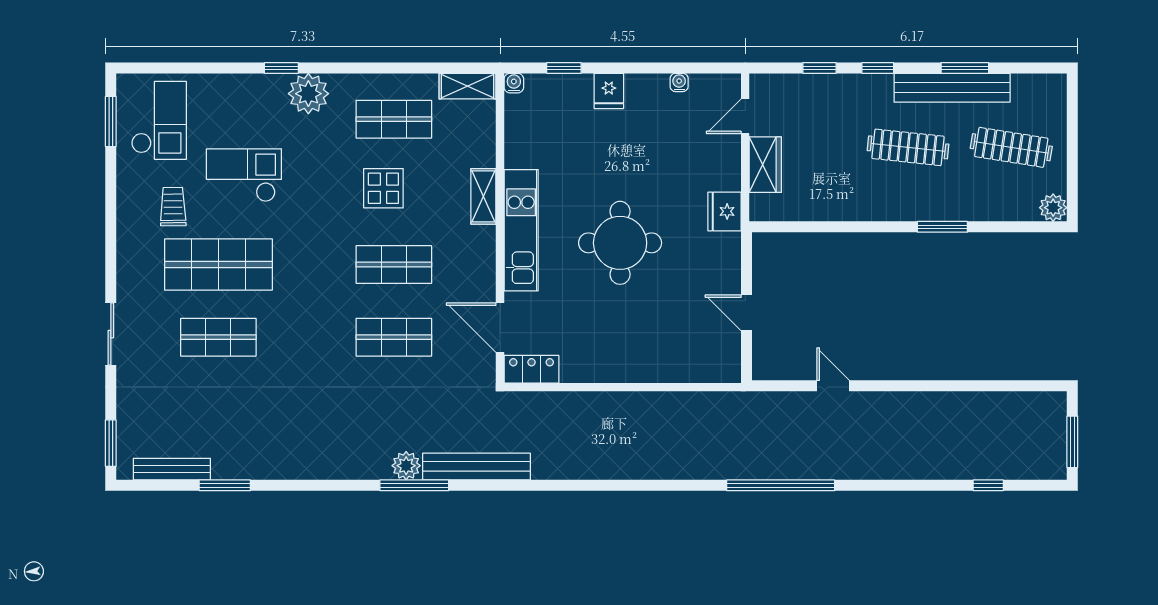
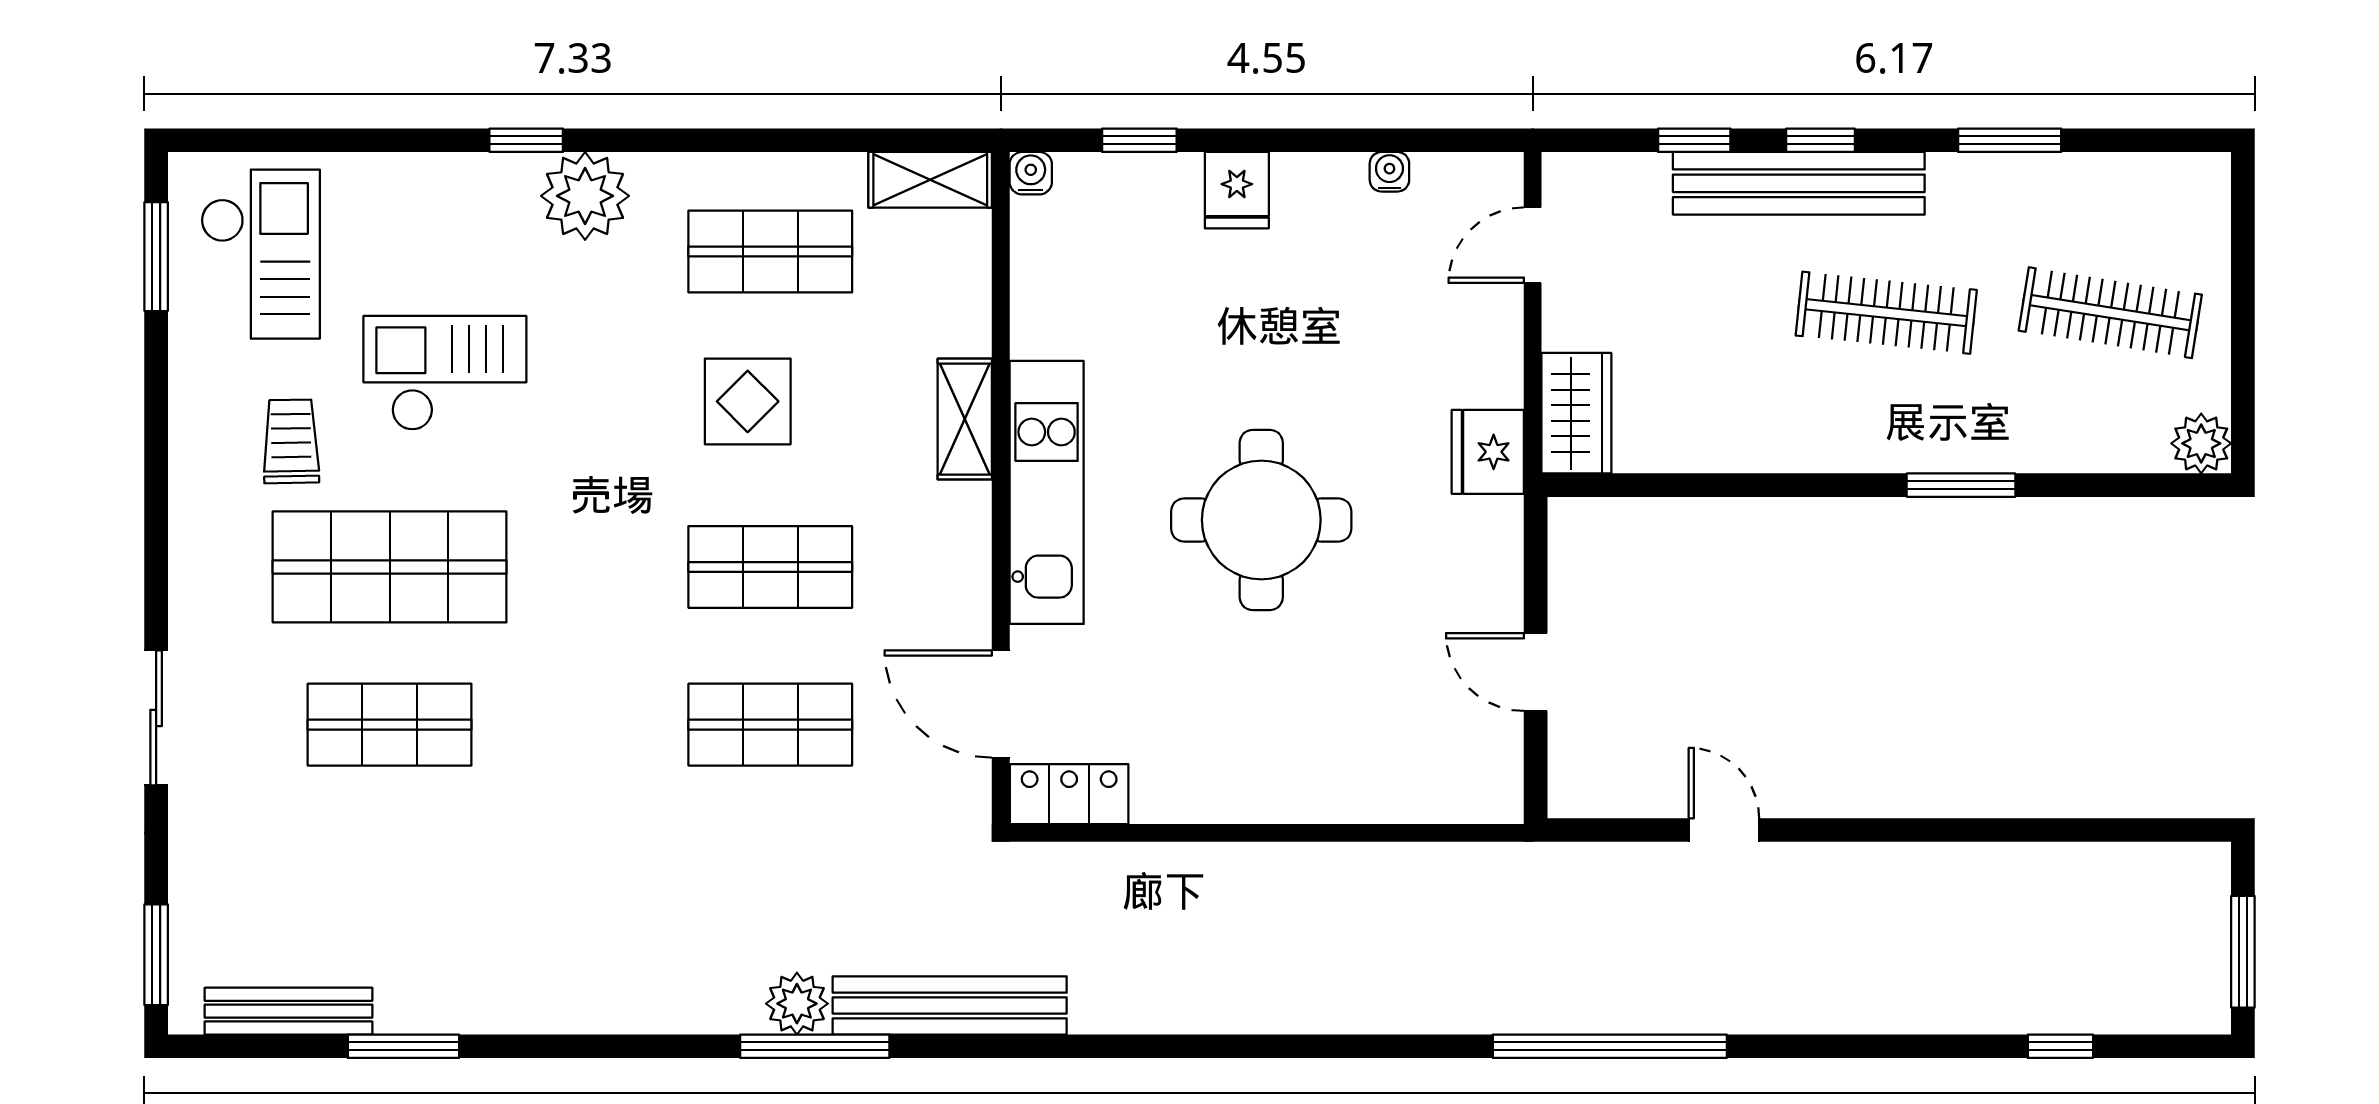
bench: (952, 88) -> (1799, 183), moved
wardrobe: (765, 165) -> (1576, 413), moved

